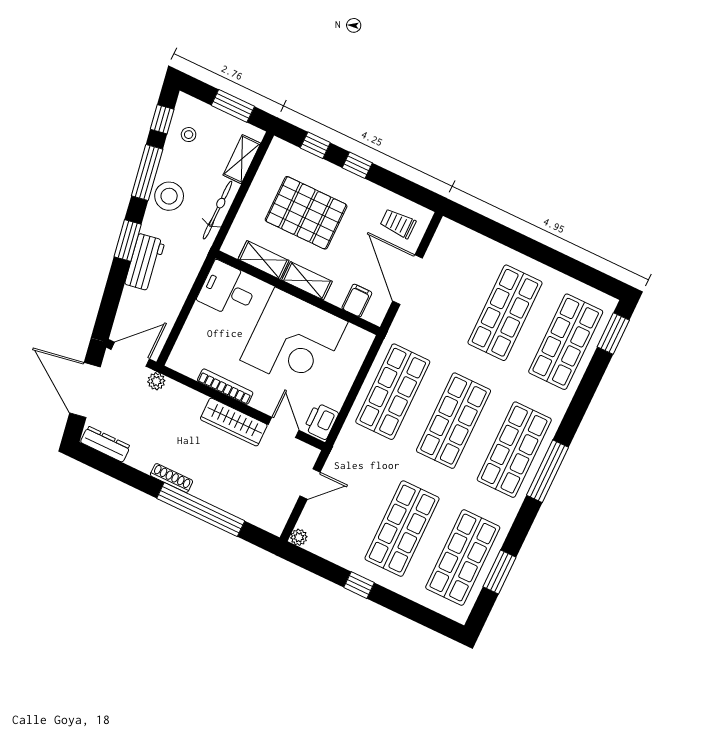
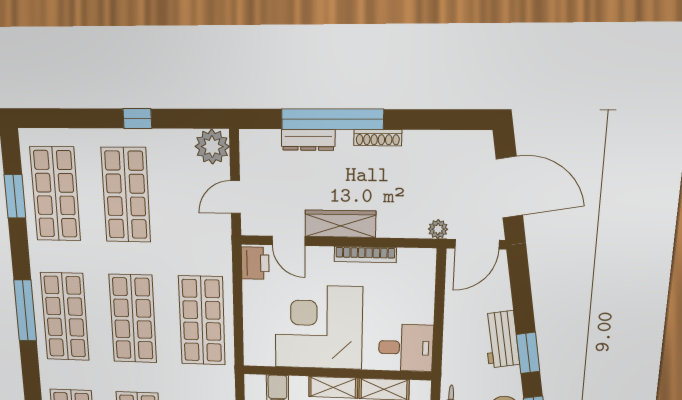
dresser: (105, 444) -> (308, 140), moved
plant: (299, 537) -> (212, 147), width x1.87, depth x1.87

